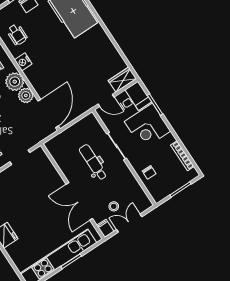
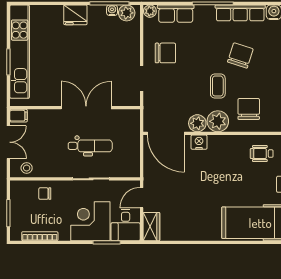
nightstand: (23, 62) -> (199, 142), moved
double door: (79, 201) -> (86, 108), moved
stool: (114, 206) -> (27, 168), moved

